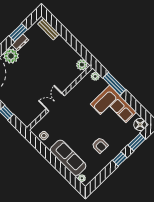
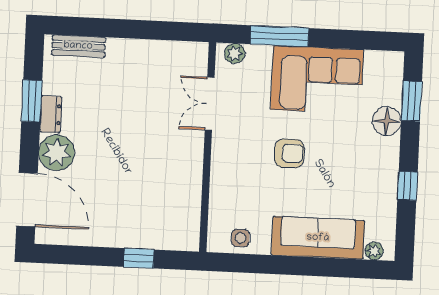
plant: (82, 65) -> (193, 55), removed
double door: (55, 102) -> (210, 104), moved
floor lamp: (140, 125) -> (387, 121), moved
armchair: (100, 145) -> (289, 153), moved
window: (120, 159) -> (408, 186), moved

